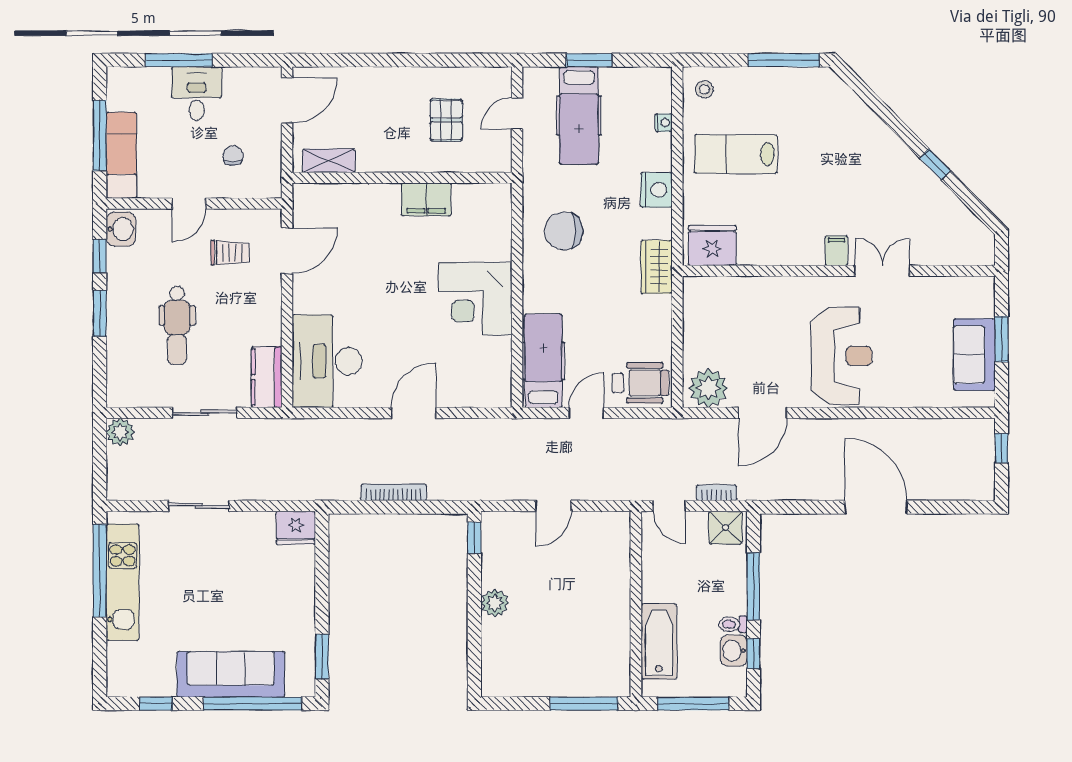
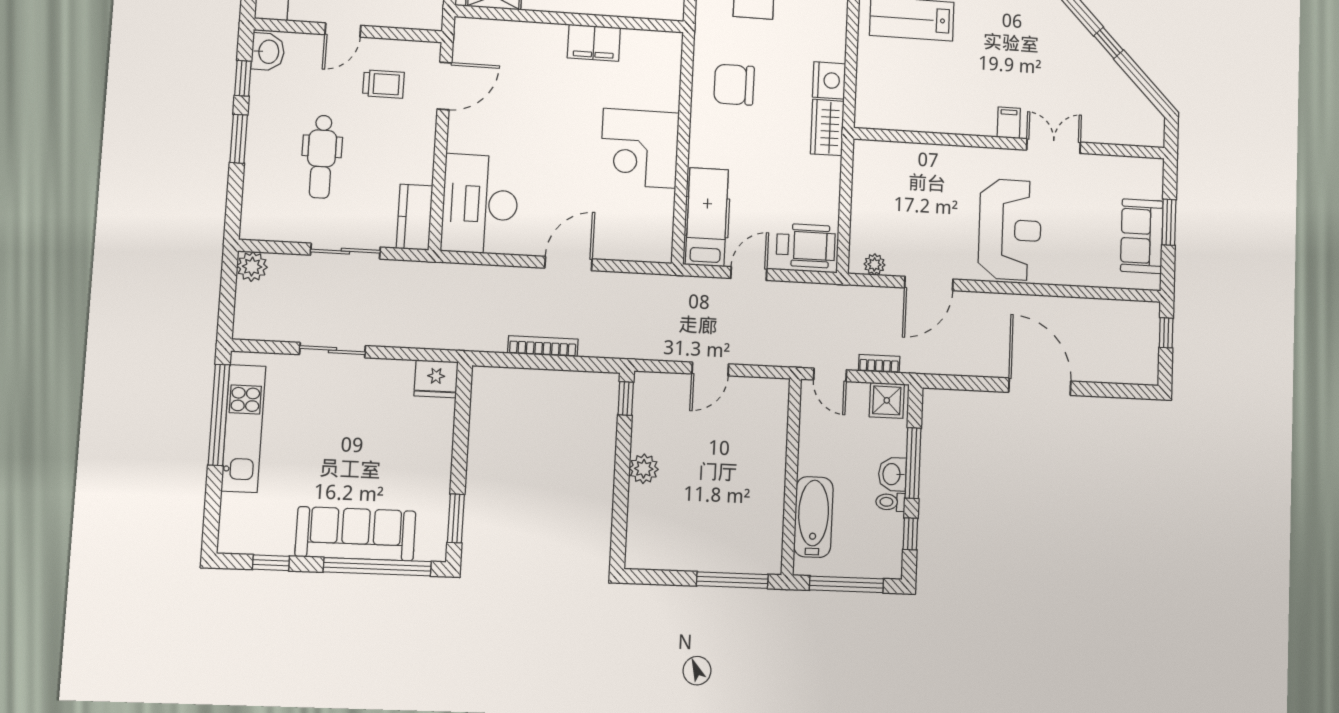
nightstand: (656, 190) -> (829, 80), moved
fridge: (712, 245) -> (885, 109), removed
plant: (708, 388) -> (874, 264), width x0.53, depth x0.53
washbasin: (734, 651) -> (892, 474), moved

